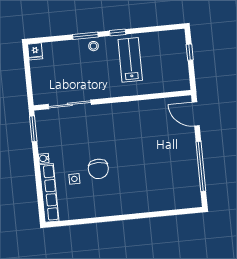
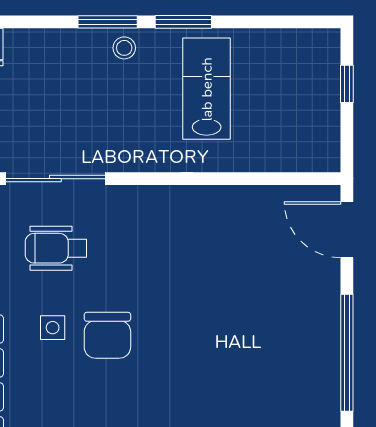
window: (118, 33) -> (183, 22), width x1.50
wheelchair: (73, 134) -> (56, 248), added
side table: (74, 179) -> (53, 328), moved

